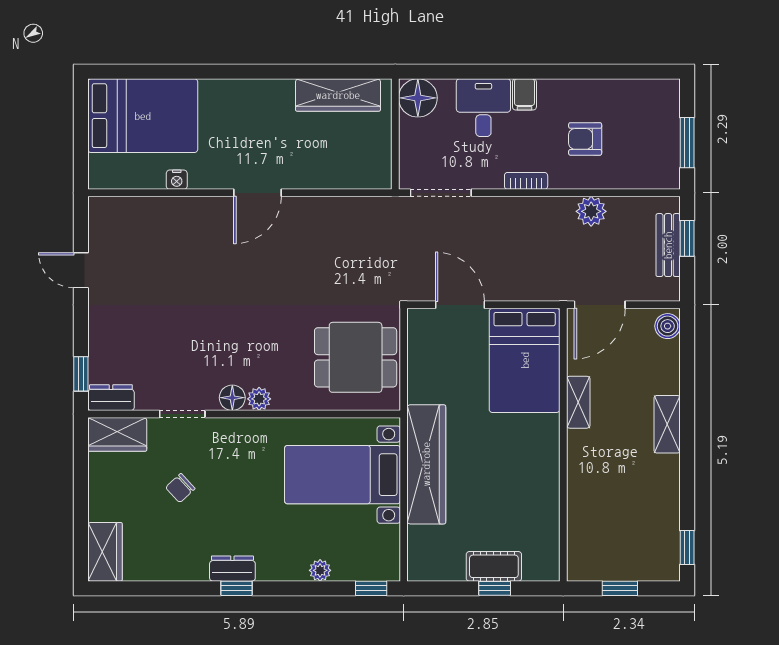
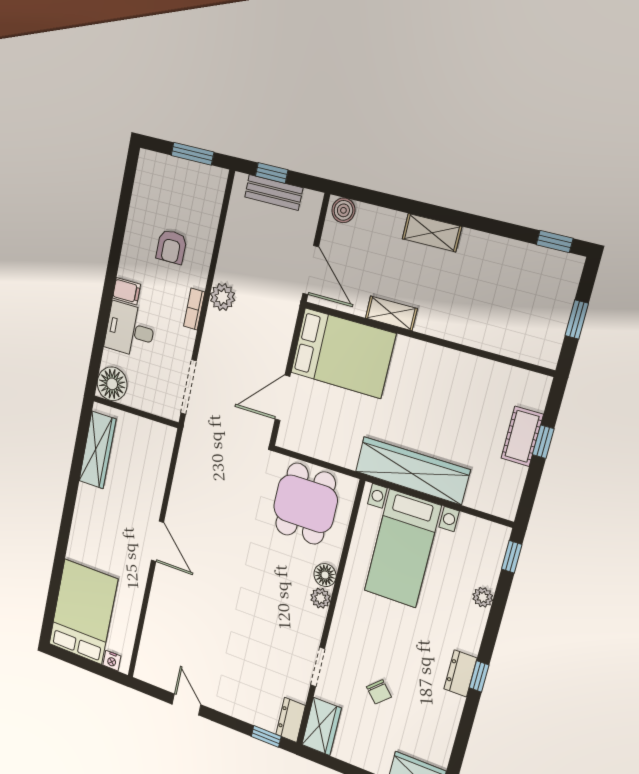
nightstand: (177, 180) -> (112, 661), moved, turned 90
plant: (591, 211) -> (222, 297), moved
door: (81, 270) -> (187, 704), swing flipped
floor lamp: (232, 398) -> (325, 575), moved

